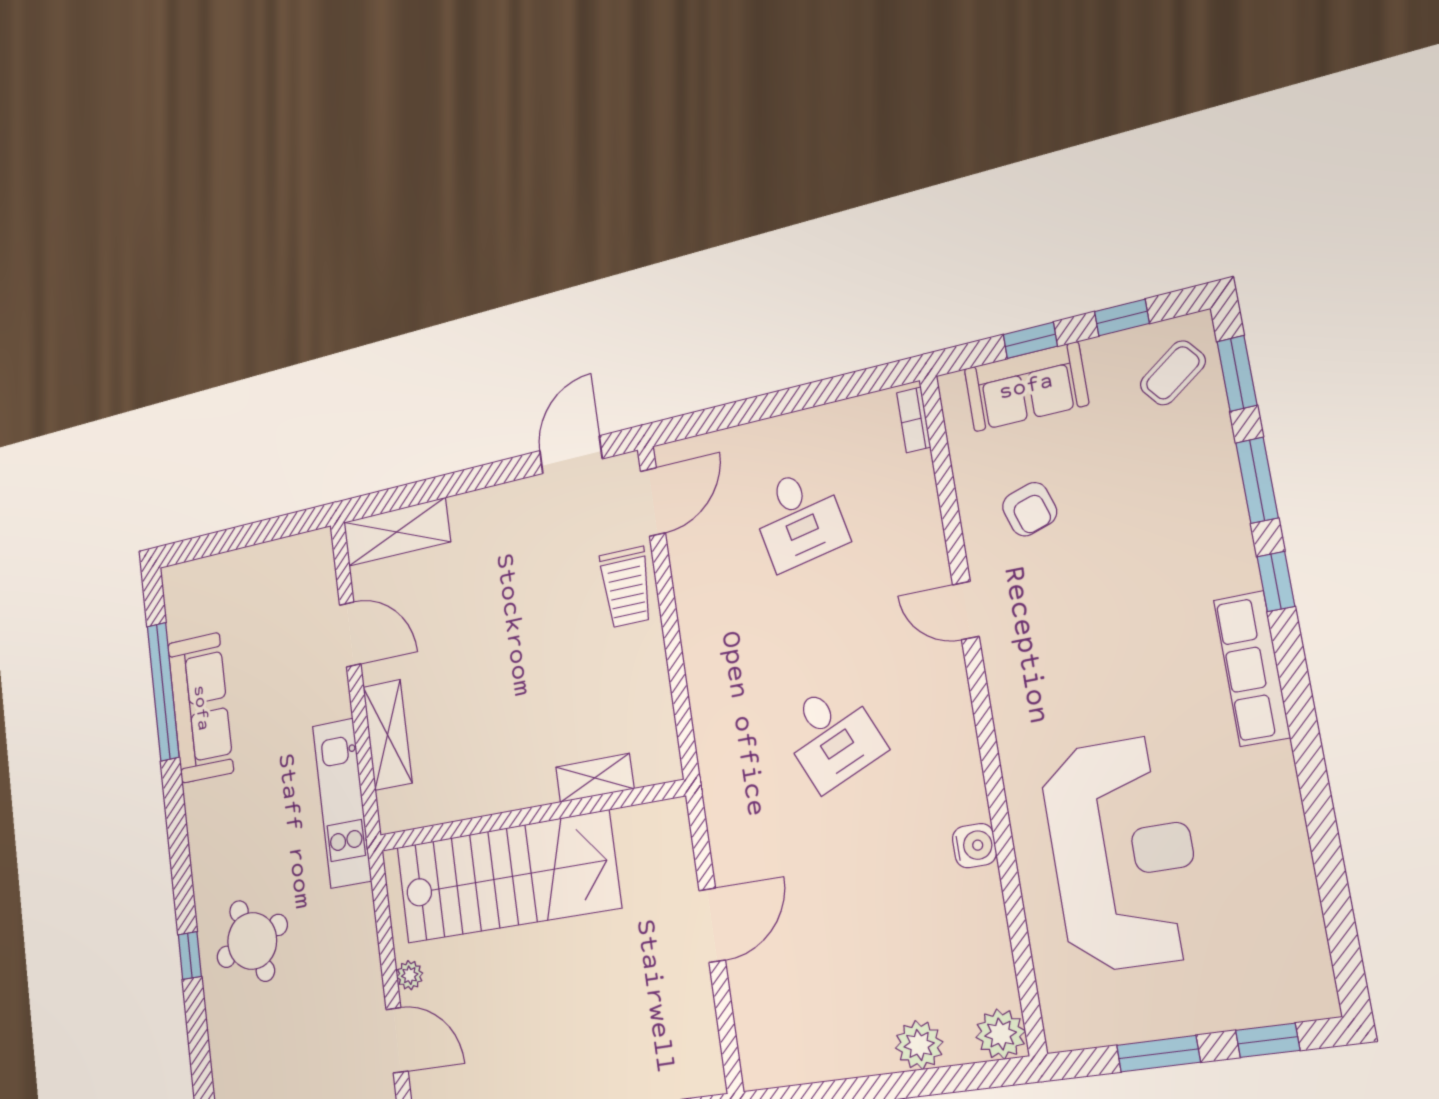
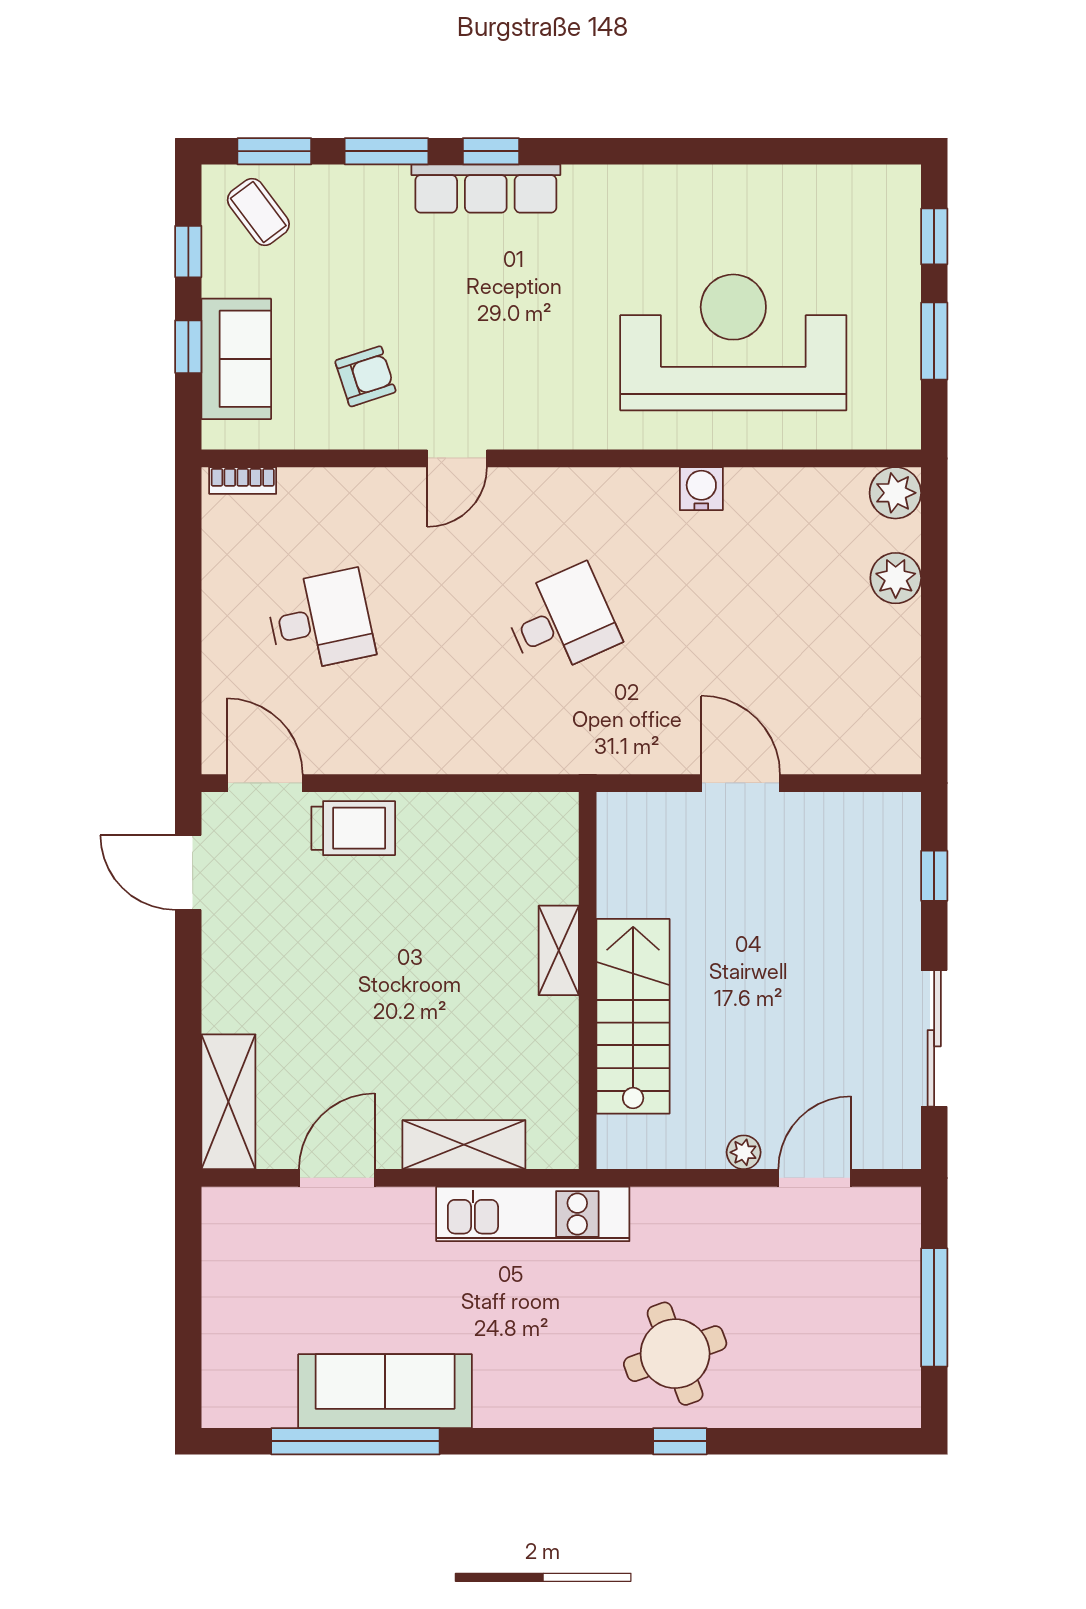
row of seats: (1252, 669) -> (486, 189), moved
shelving: (595, 778) -> (559, 950), moved
stairs: (507, 877) -> (633, 1016), width x0.73, depth x0.66

